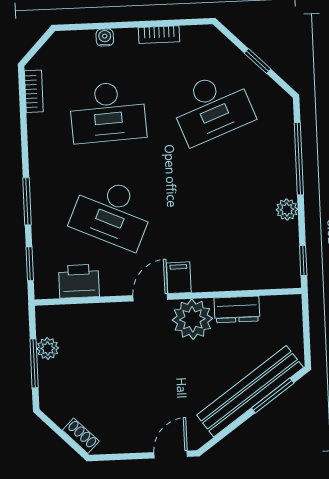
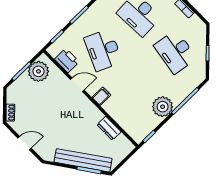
desk: (212, 108) -> (175, 52), turned 30
plant: (287, 209) -> (163, 107), width x1.88, depth x1.88
door: (150, 297) -> (77, 85), moved
plant: (192, 319) -> (91, 115), removed
plant: (48, 348) -> (38, 71), width x1.87, depth x1.87
door: (171, 454) -> (25, 143), moved

